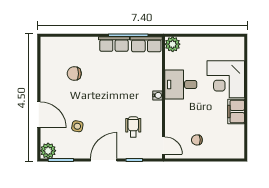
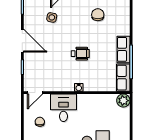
desk: (181, 85) -> (63, 108), moved
wheelchair: (133, 127) -> (80, 54), moved

